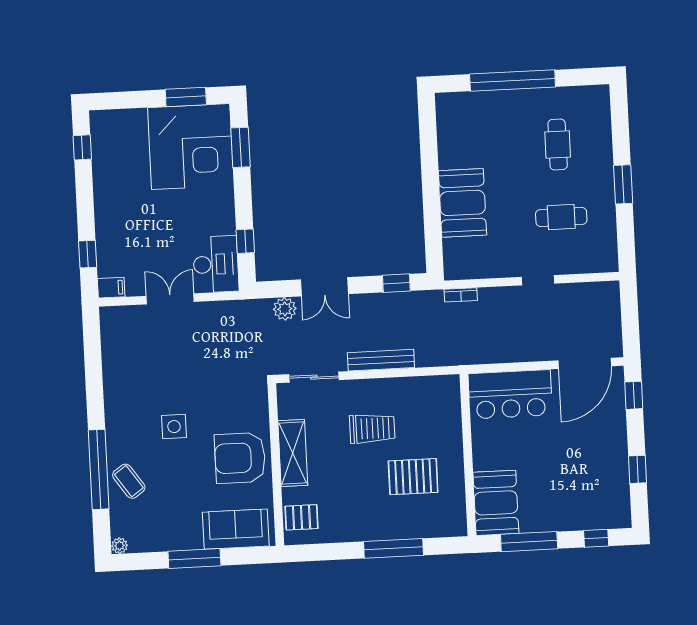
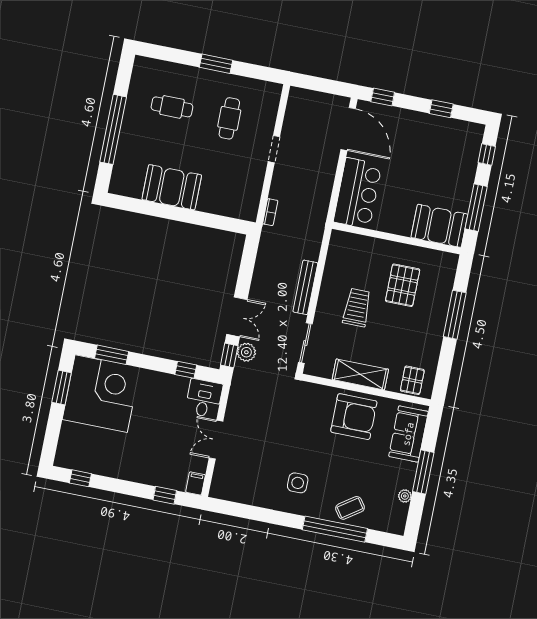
booth: (463, 203) -> (172, 187), moved
desk: (216, 264) -> (204, 398), width x0.73
window: (396, 283) -> (229, 355), moved
side table: (174, 427) -> (298, 483), moved
armchair: (240, 458) -> (354, 417), turned -90
plant: (119, 546) -> (405, 496), moved

